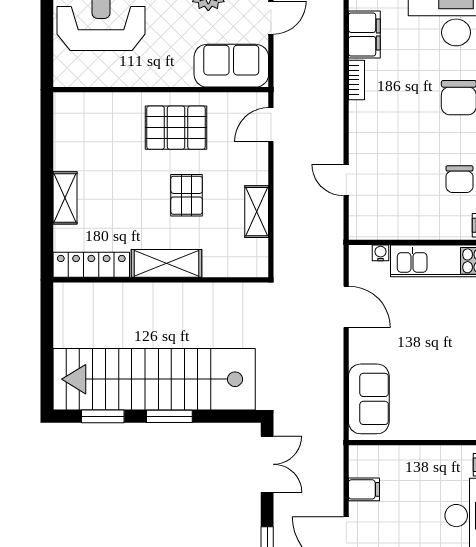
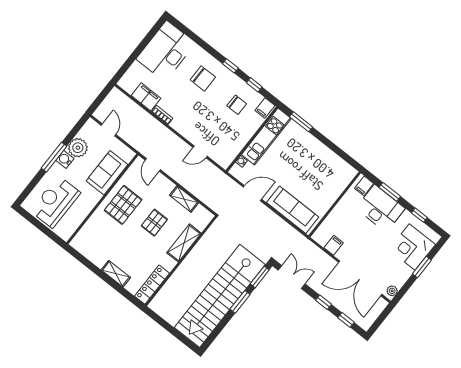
sofa: (231, 66) -> (107, 173), moved
pallet: (187, 195) -> (154, 223), turned 90
shelving: (167, 263) -> (184, 243), moved
sofa: (369, 399) -> (293, 210), width x1.36
window: (103, 416) -> (260, 277), moved

